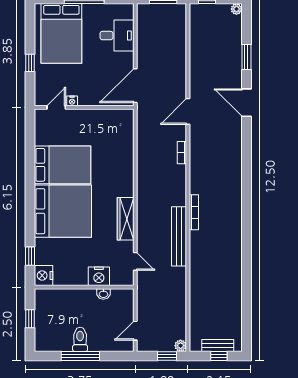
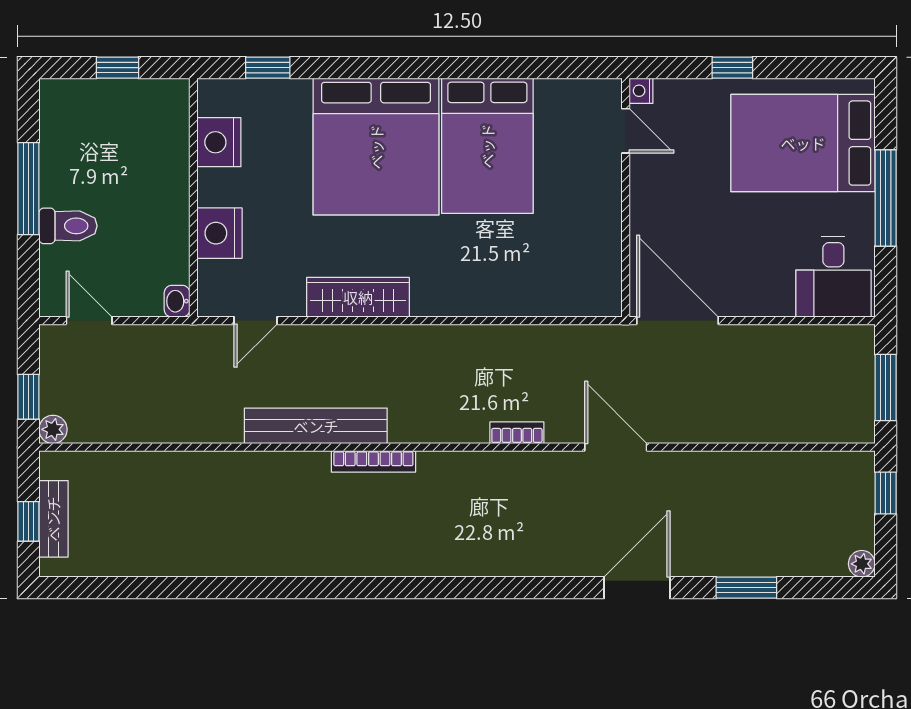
desk: (117, 36) -> (833, 277), moved
nightstand: (72, 101) -> (641, 91), moved
nightstand: (44, 276) -> (219, 142), moved, turned -90
washbasin: (103, 294) -> (177, 301), moved
toilet: (80, 339) -> (68, 226), moved

